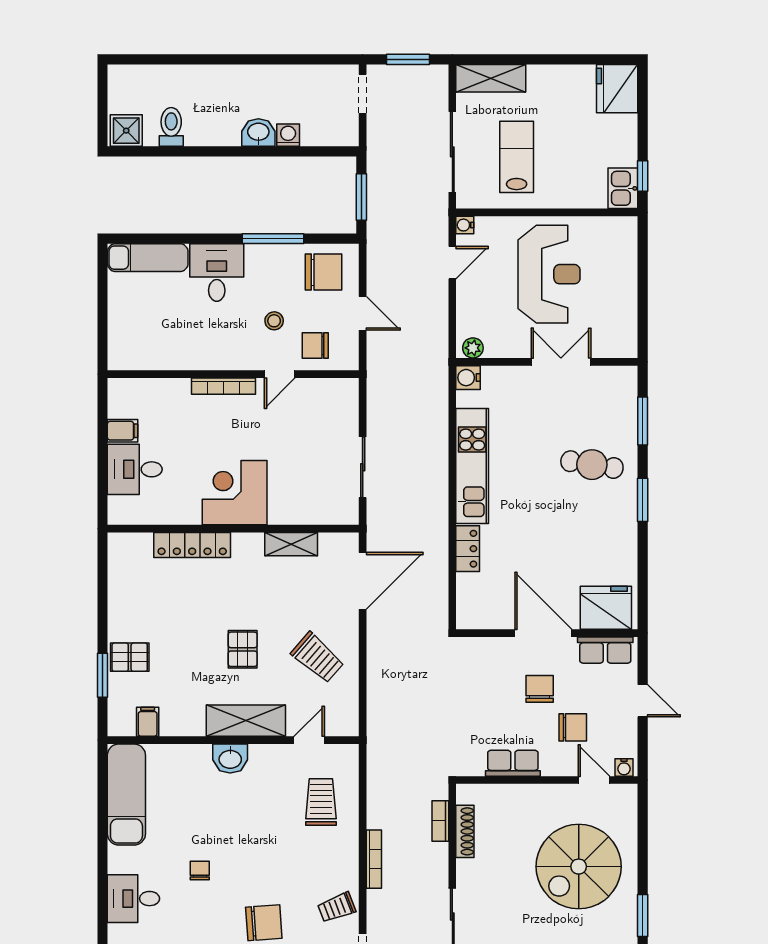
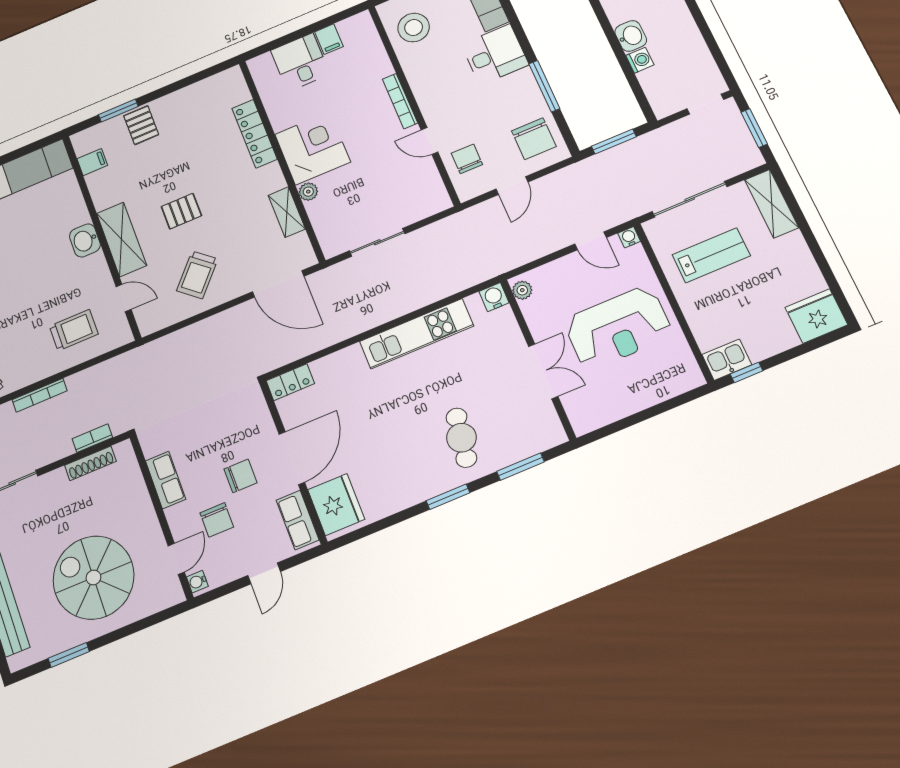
stool: (274, 321) -> (414, 28), moved, width x1.89, depth x1.89
plant: (279, 515) -> (308, 192), added
locker: (468, 549) -> (290, 382), moved

